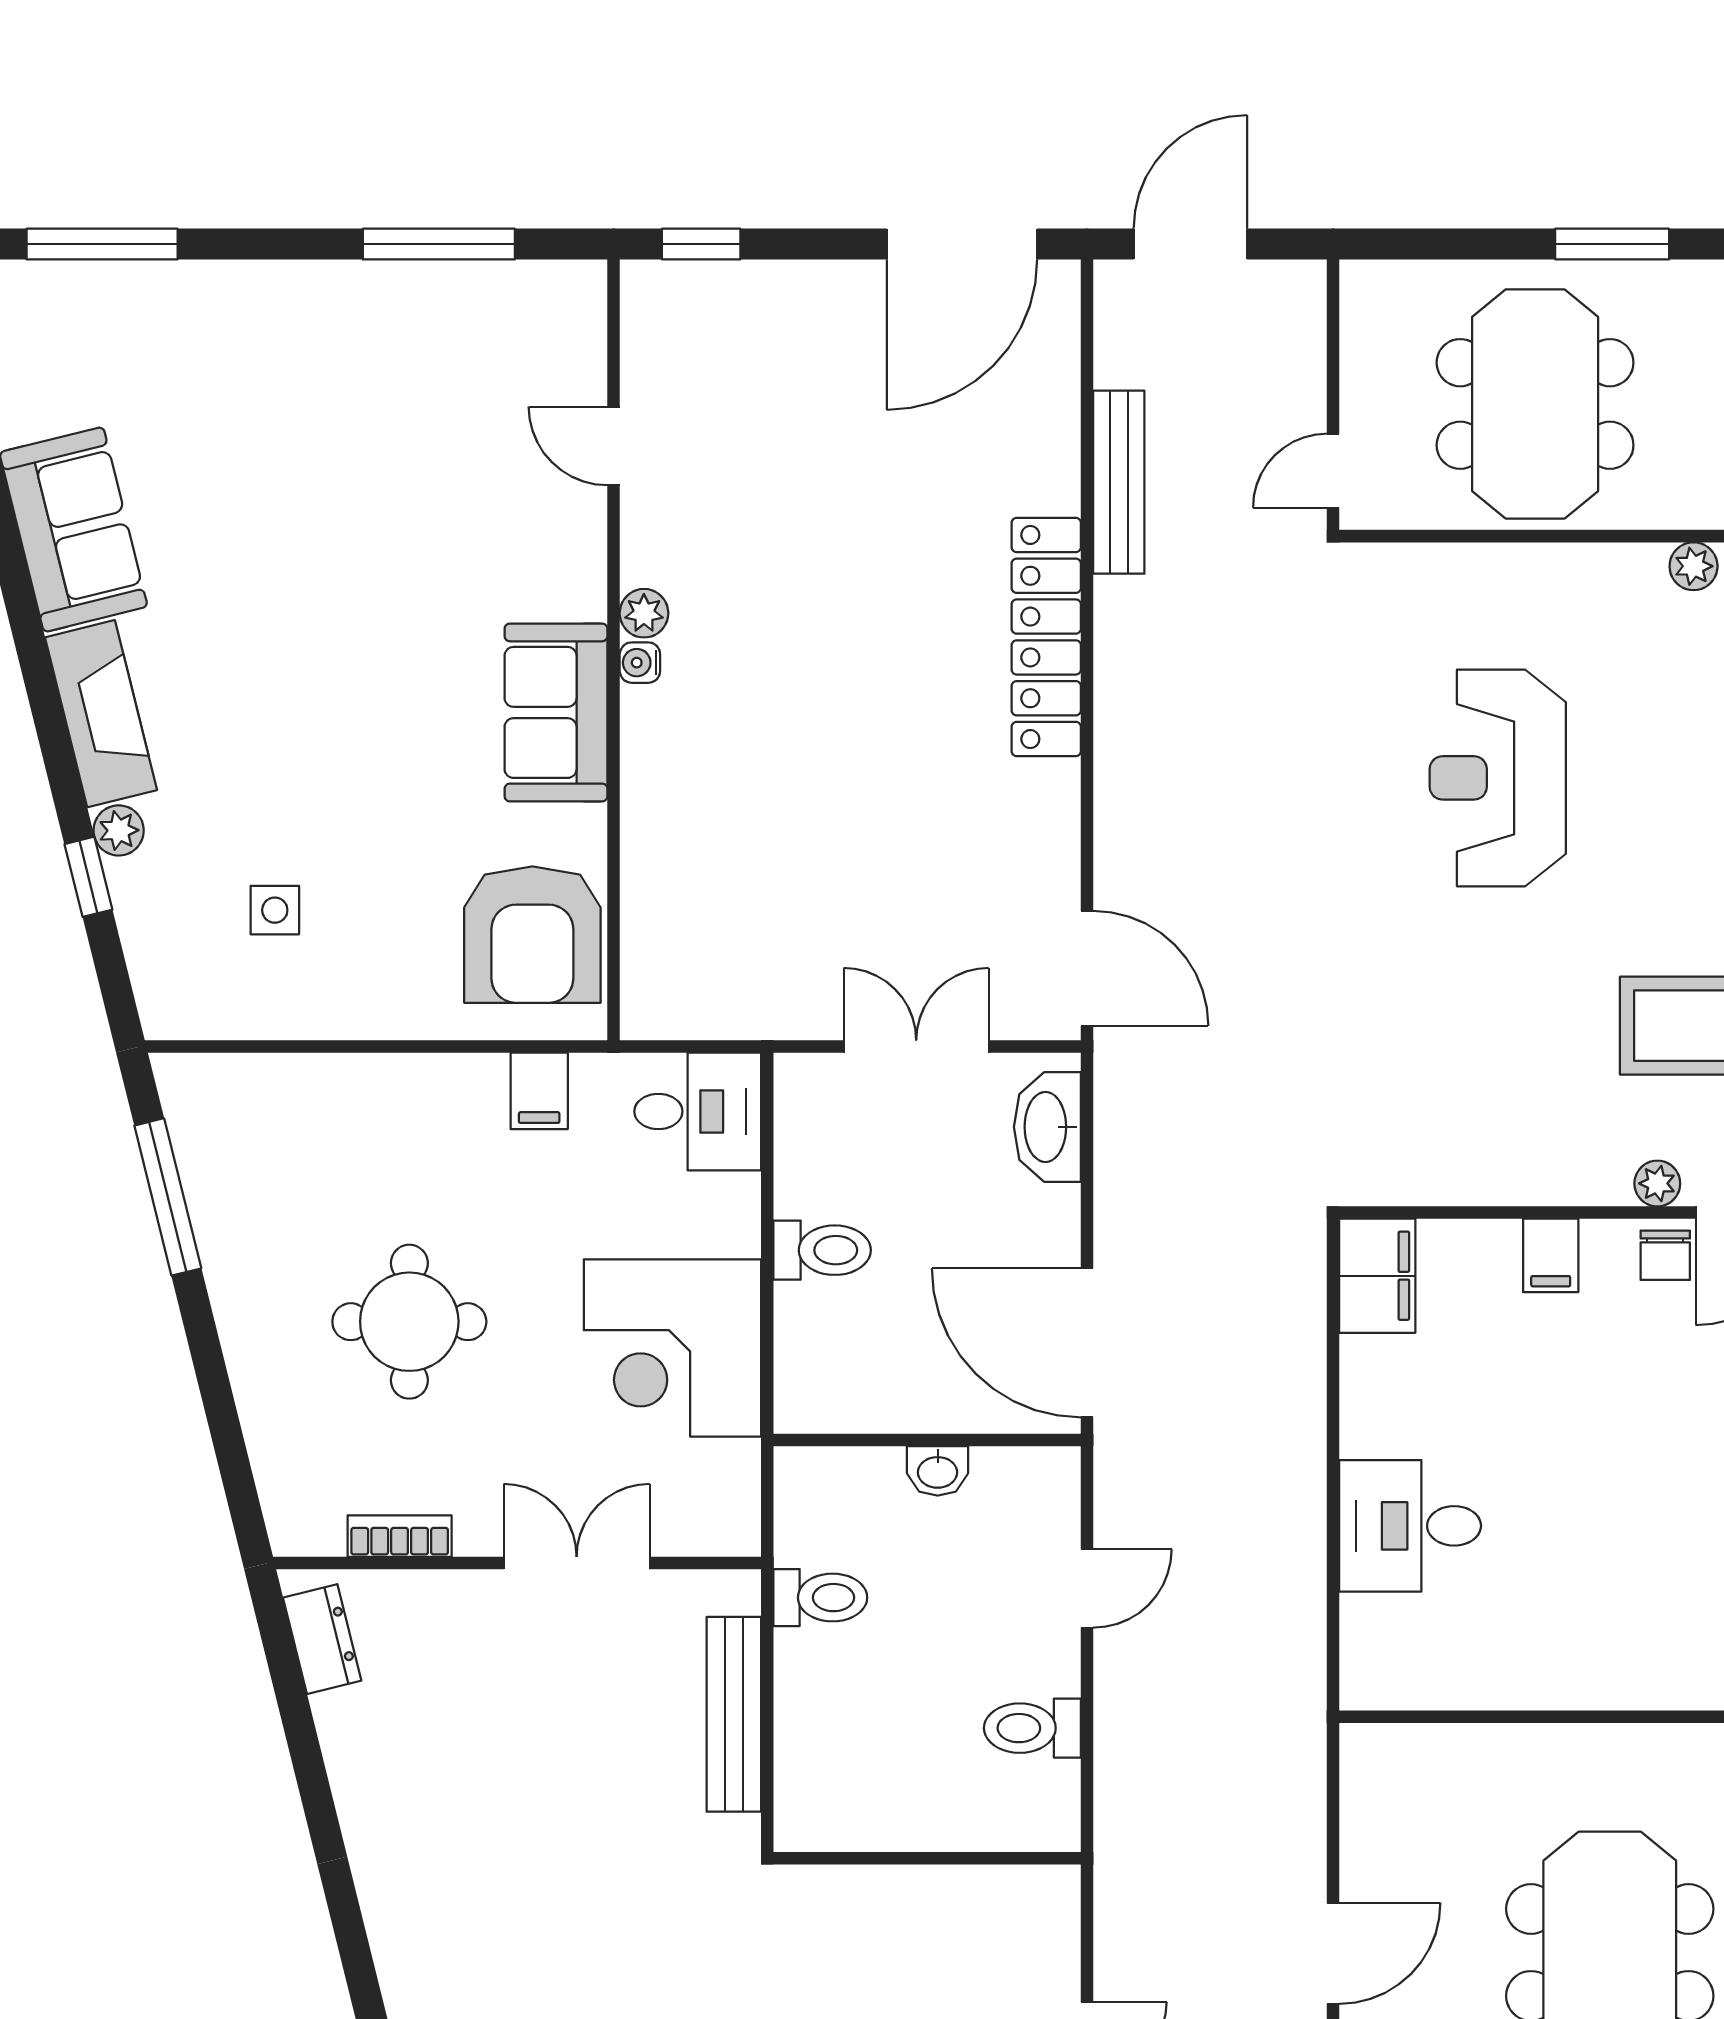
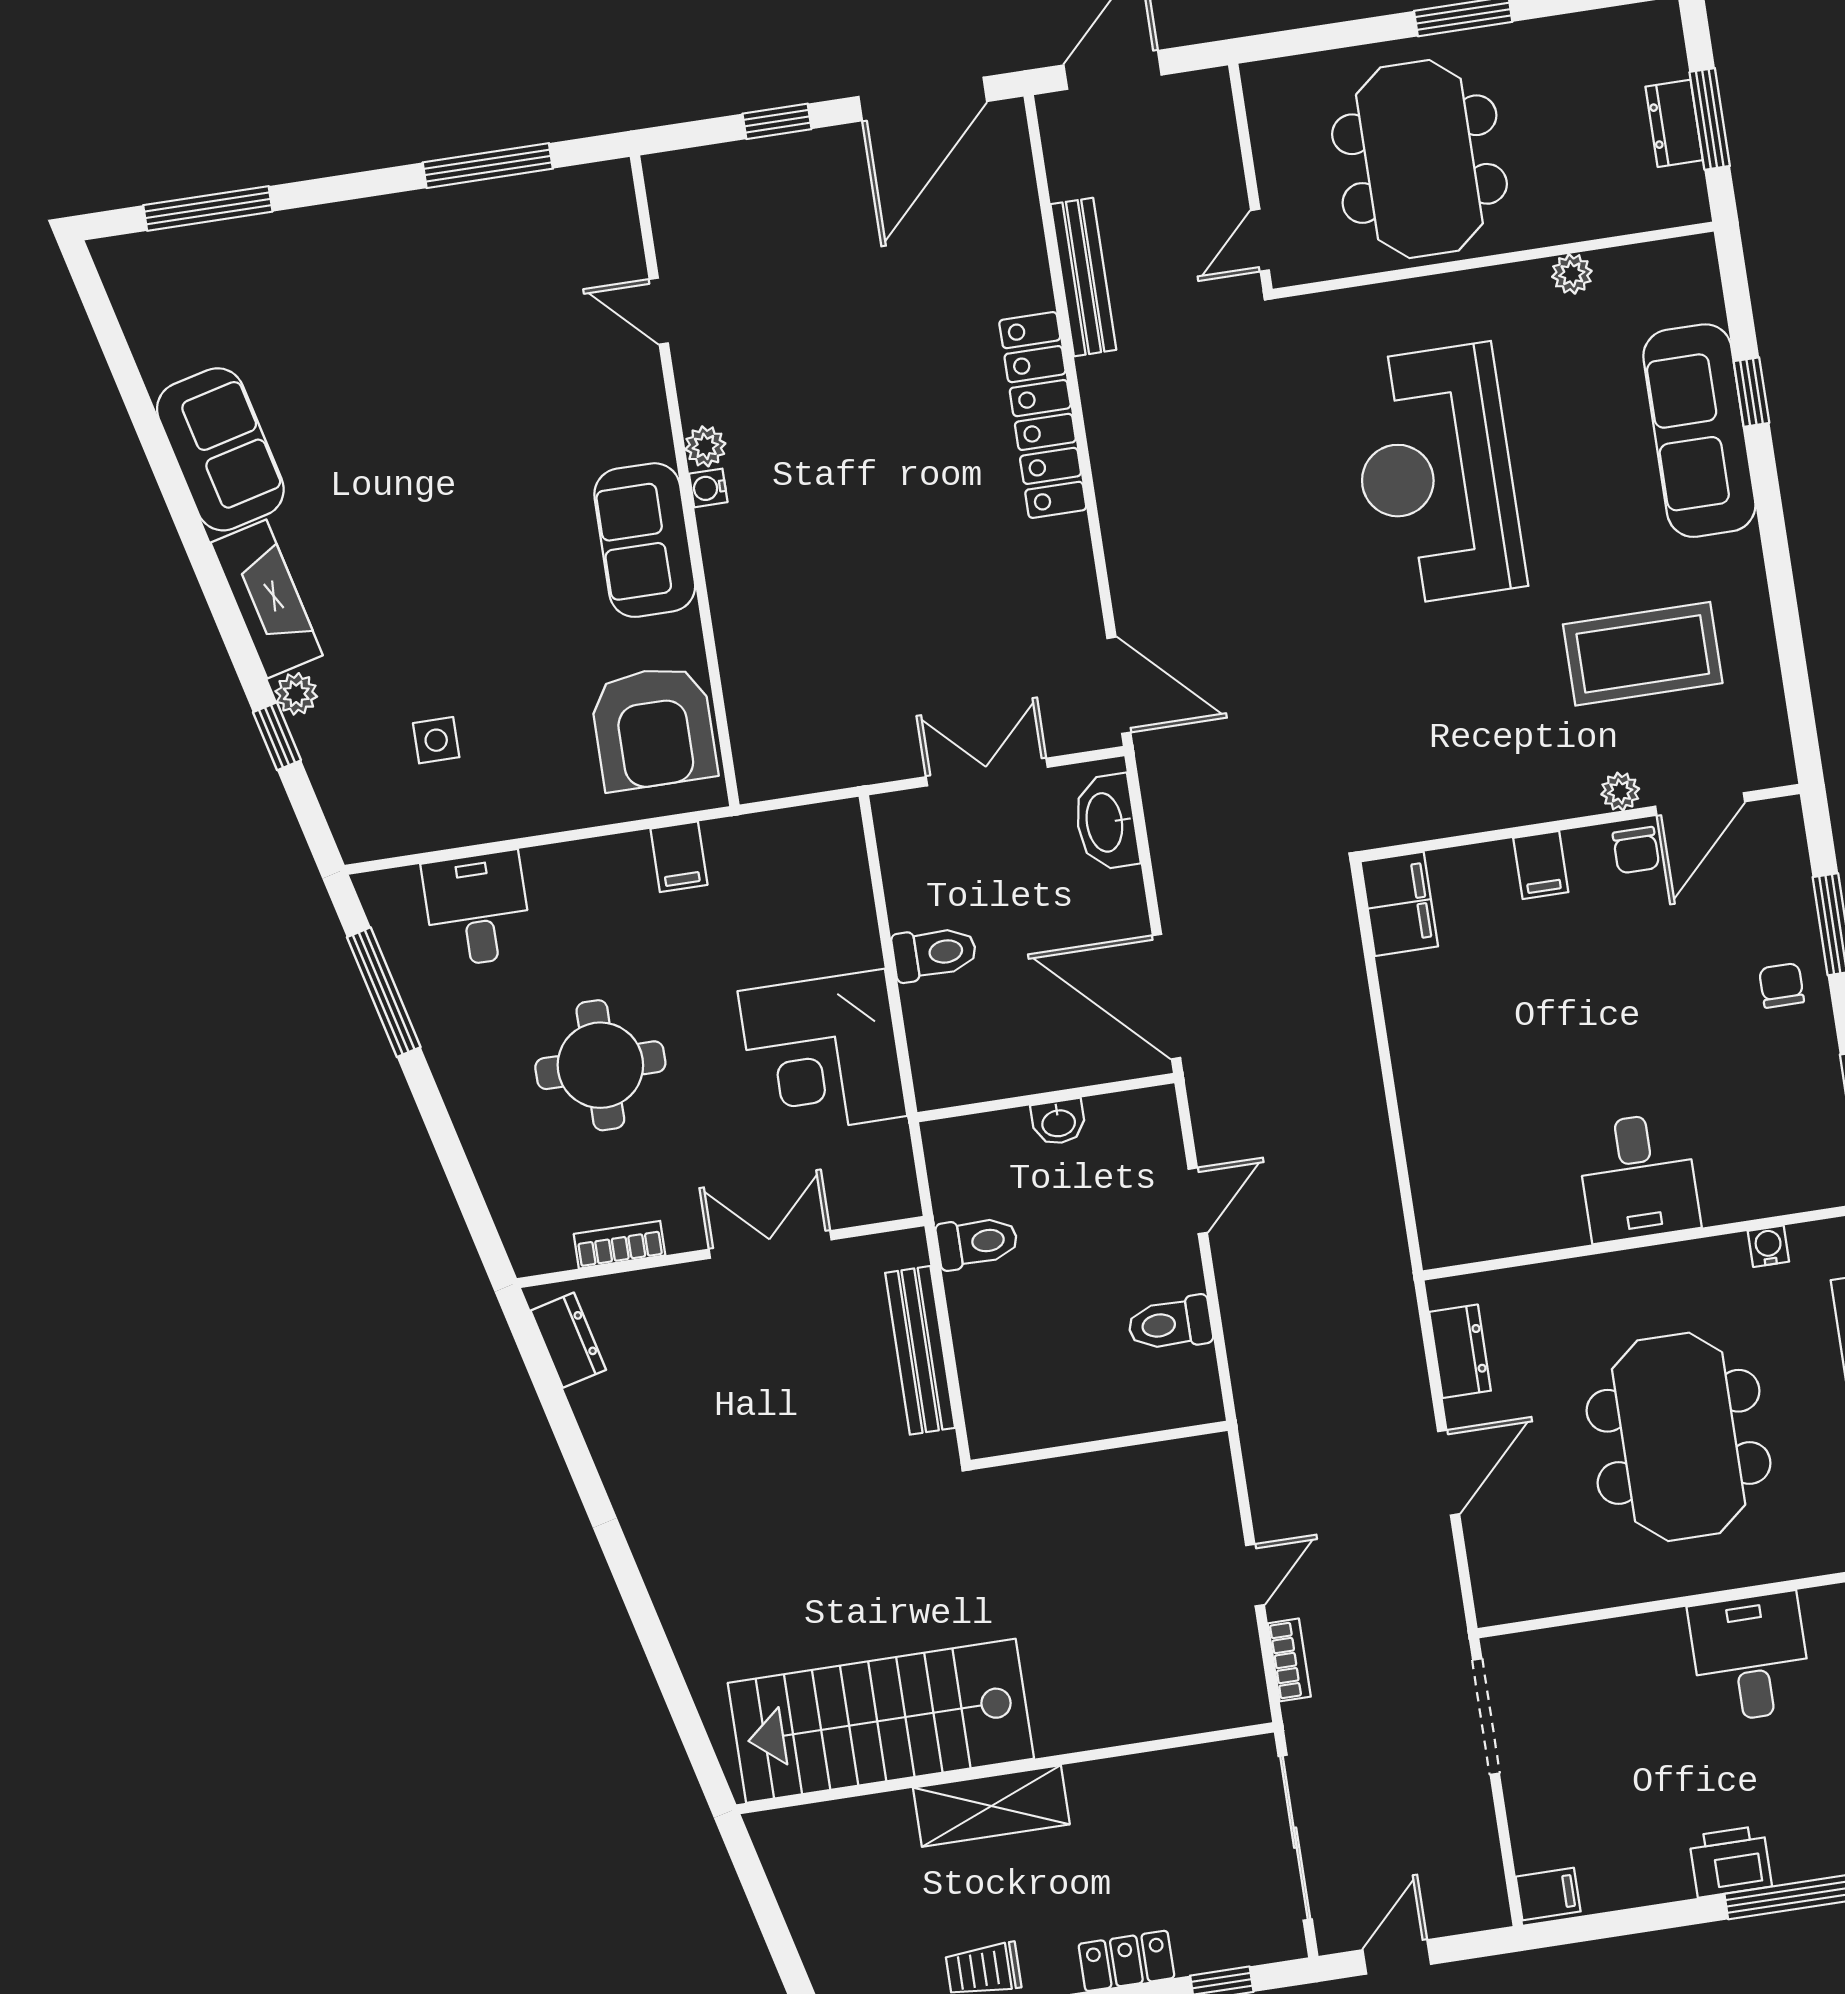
window: (701, 244) -> (777, 121), moved
reception desk: (1498, 778) -> (1436, 475), width x1.36, depth x1.30
desk: (698, 1111) -> (477, 909), moved, turned -90
desk: (1410, 1526) -> (1638, 1177), moved, turned -90
dresser: (1368, 1813) -> (1460, 1351), added

